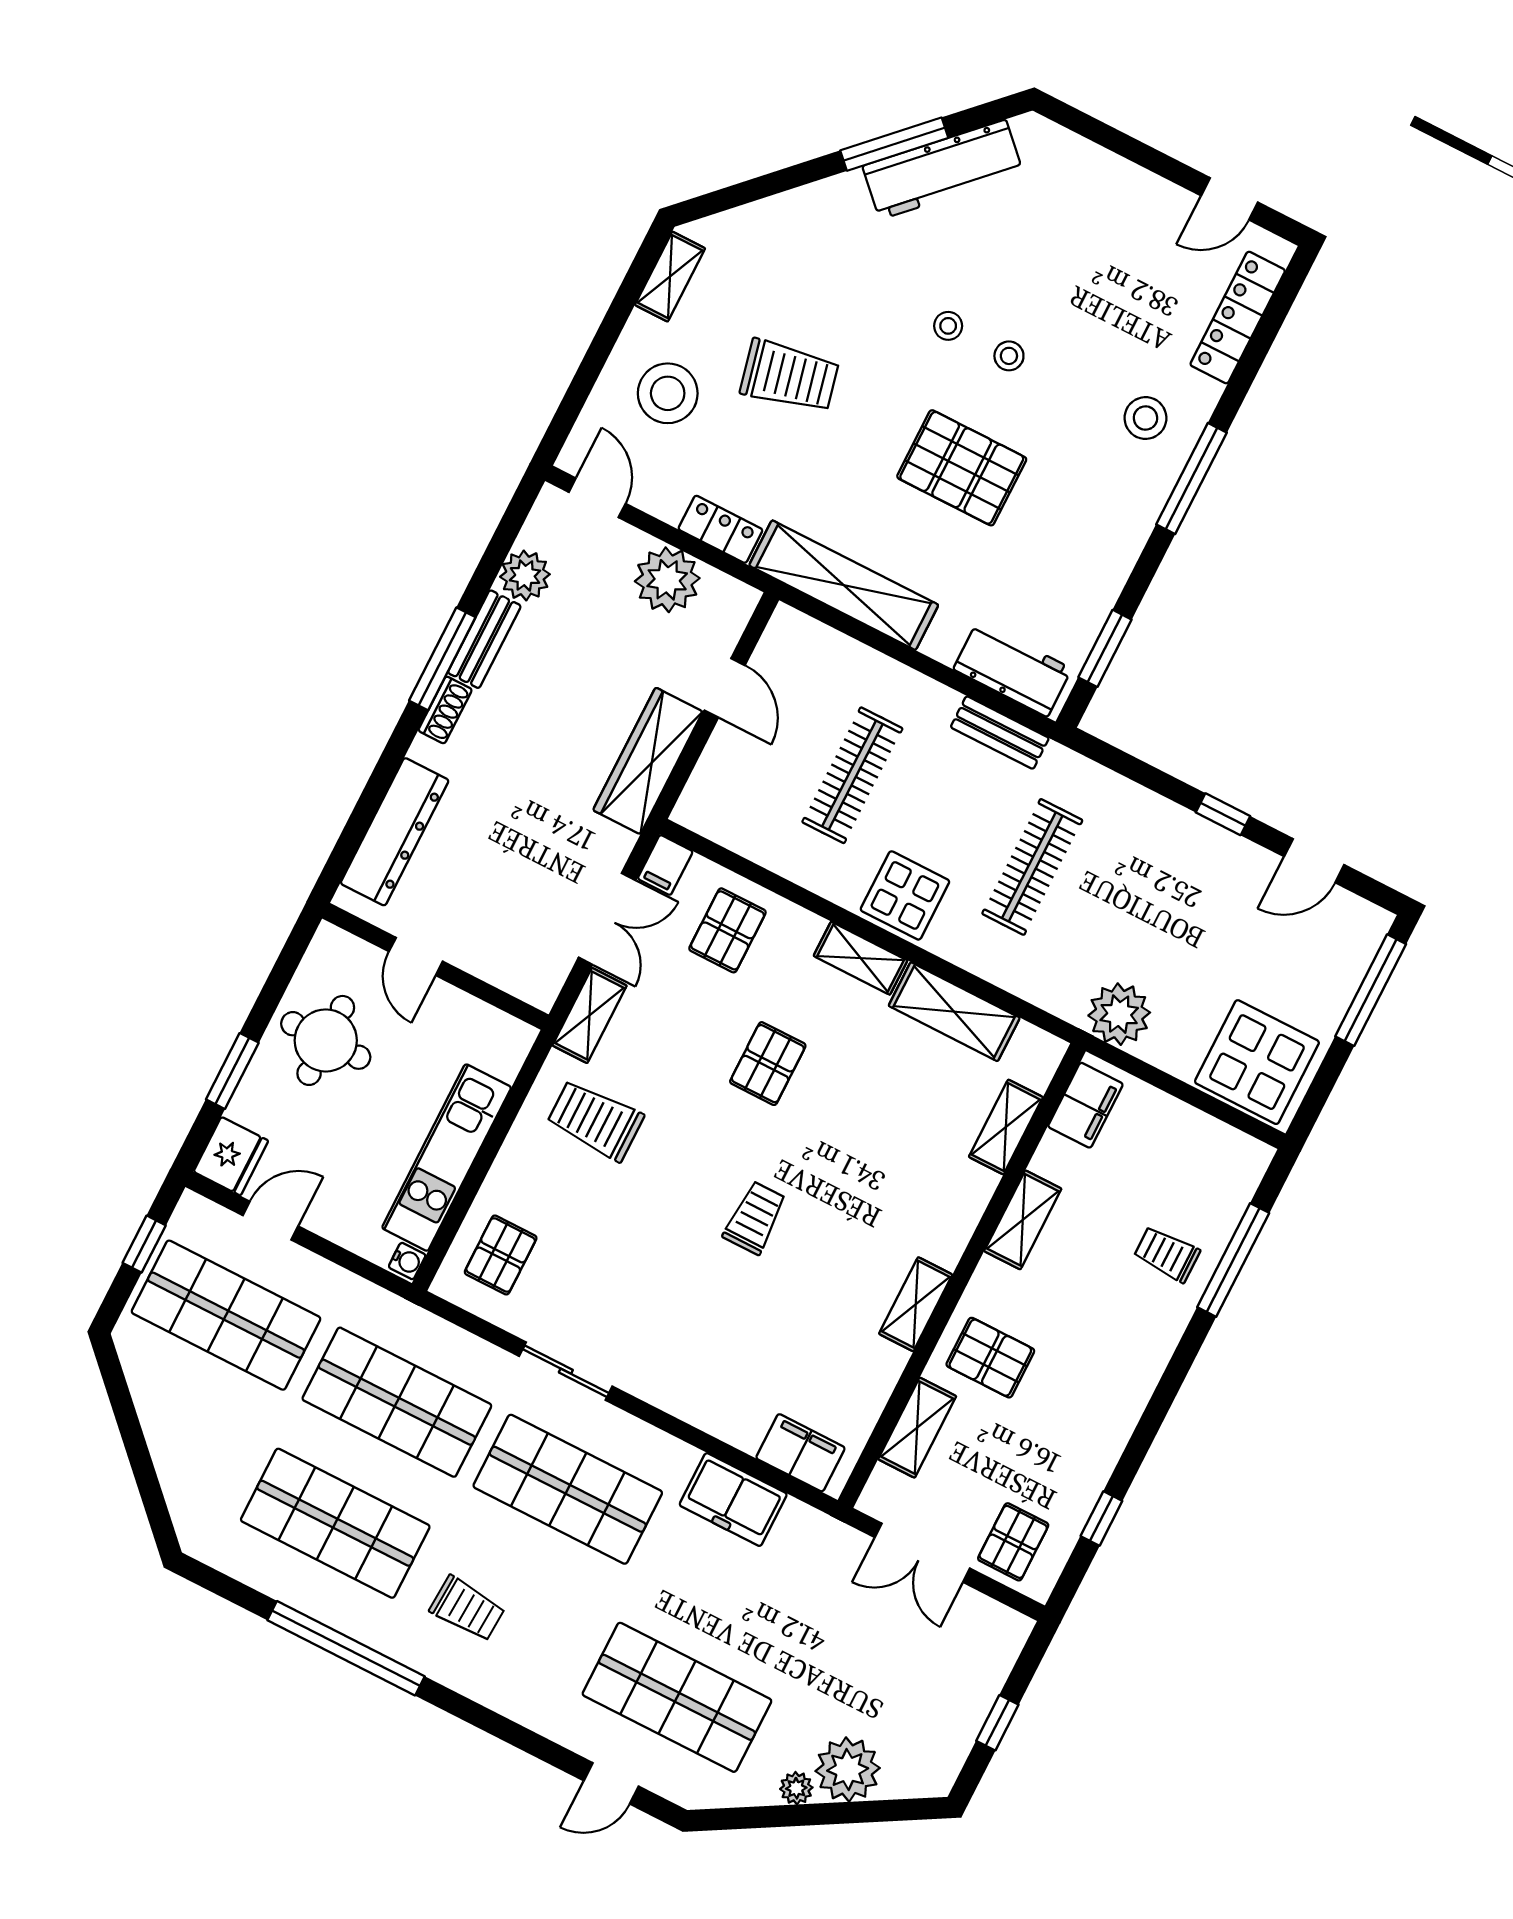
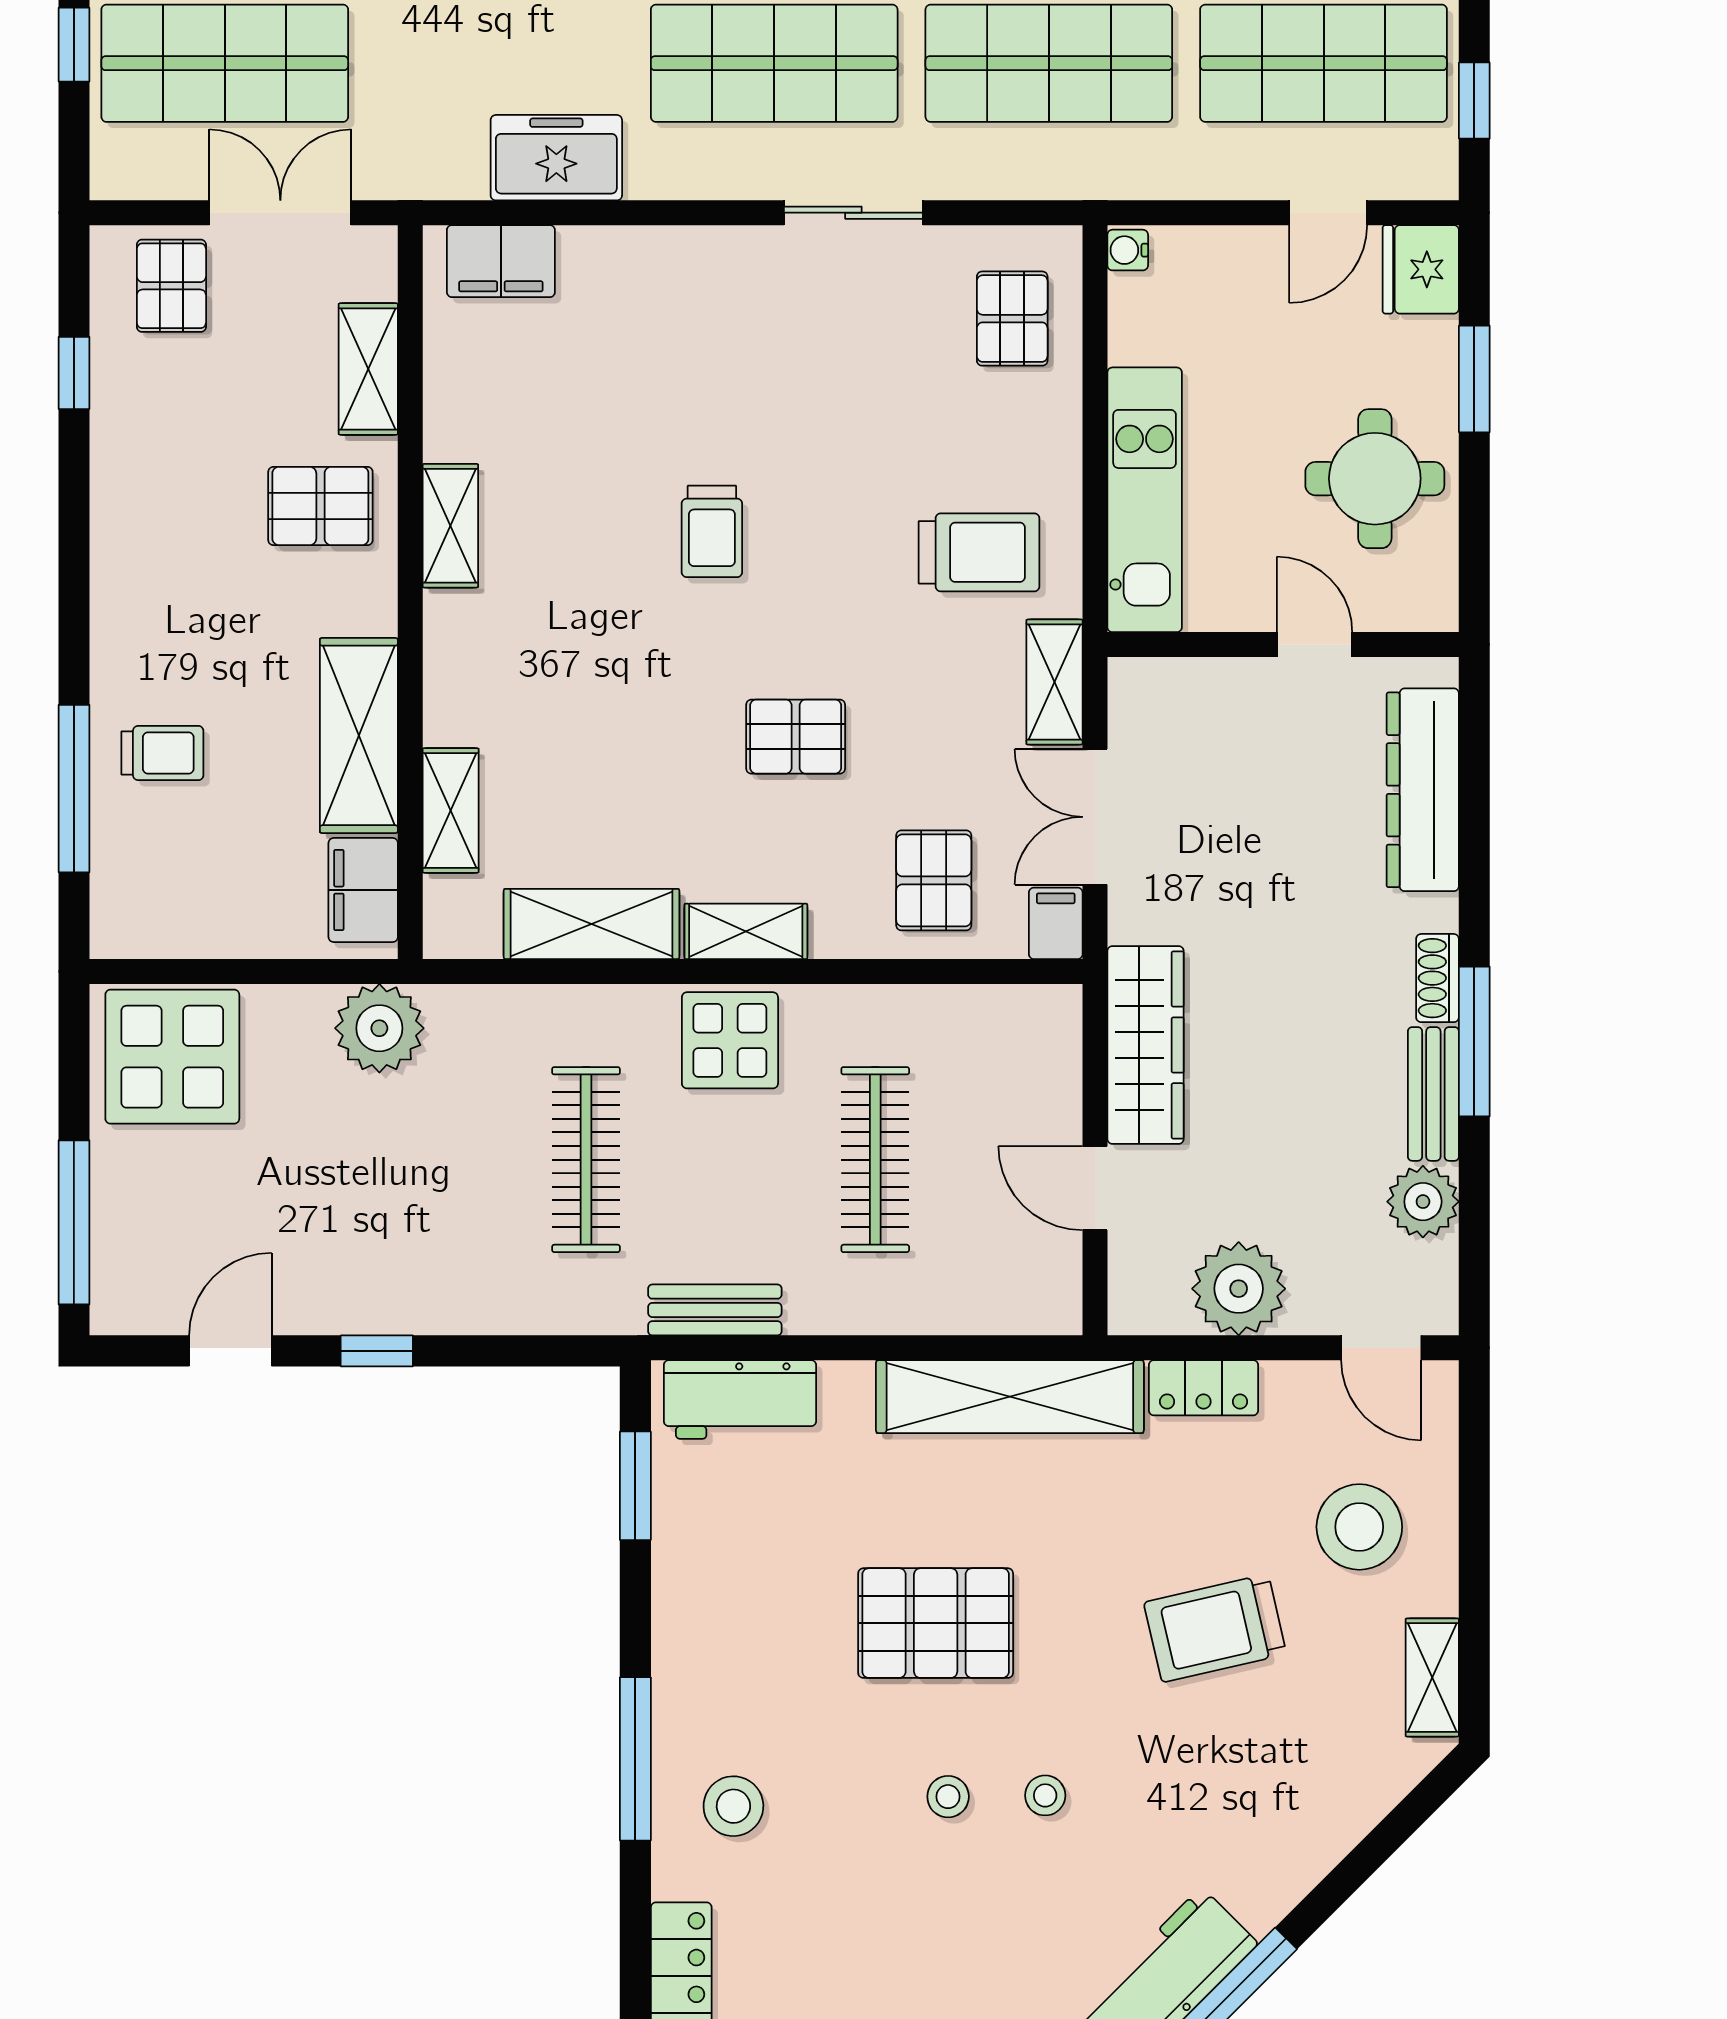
pallet: (768, 1064) -> (796, 737), turned 90
kitchen unit: (447, 1158) -> (1145, 500), moved
shelving: (1023, 1220) -> (359, 735), width x1.50, depth x1.33
shop shelf: (910, 1663) -> (225, 63), added

